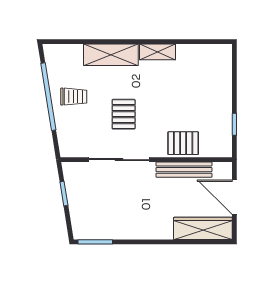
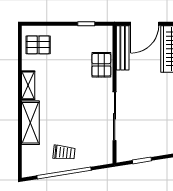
trolley: (74, 97) -> (64, 153), turned 96
pallet: (124, 114) -> (38, 45), moved
bench: (184, 170) -> (123, 48), moved

